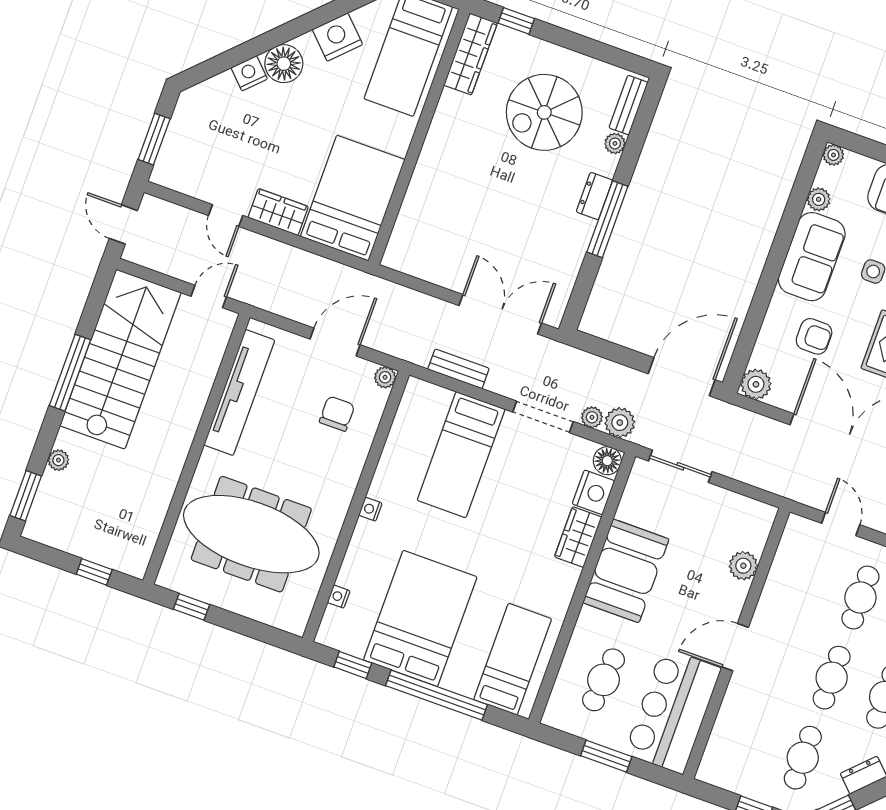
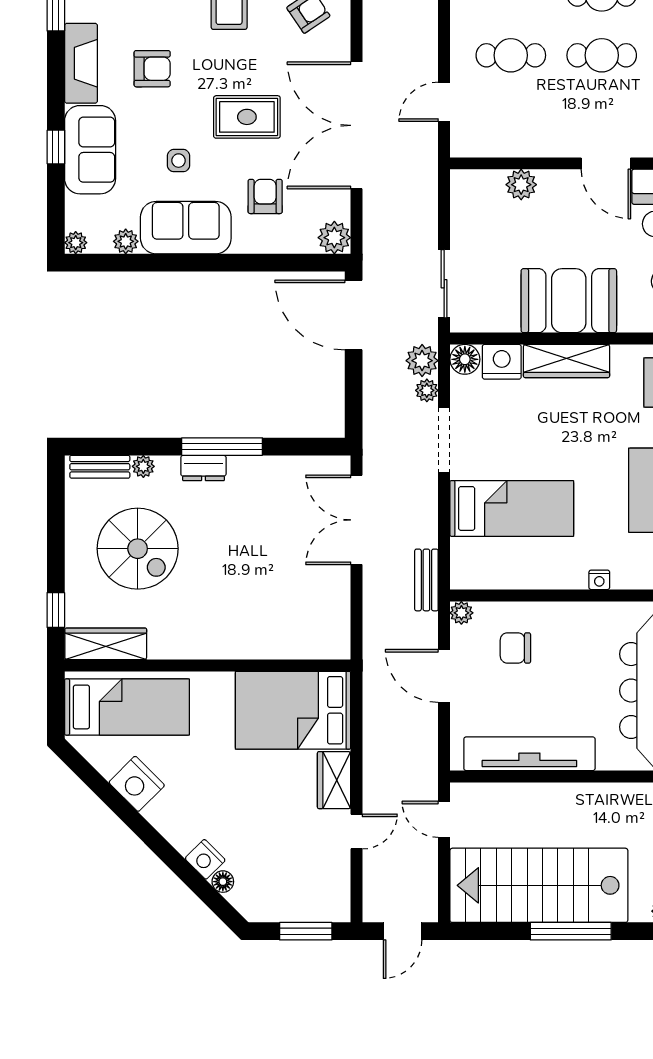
floor lamp: (284, 64) -> (223, 882), moved, width x0.53, depth x0.53
bench: (458, 369) -> (426, 580), moved
wardrobe: (578, 537) -> (567, 361), width x1.50

